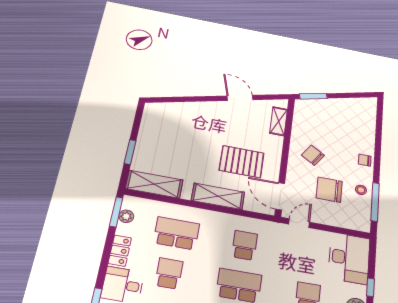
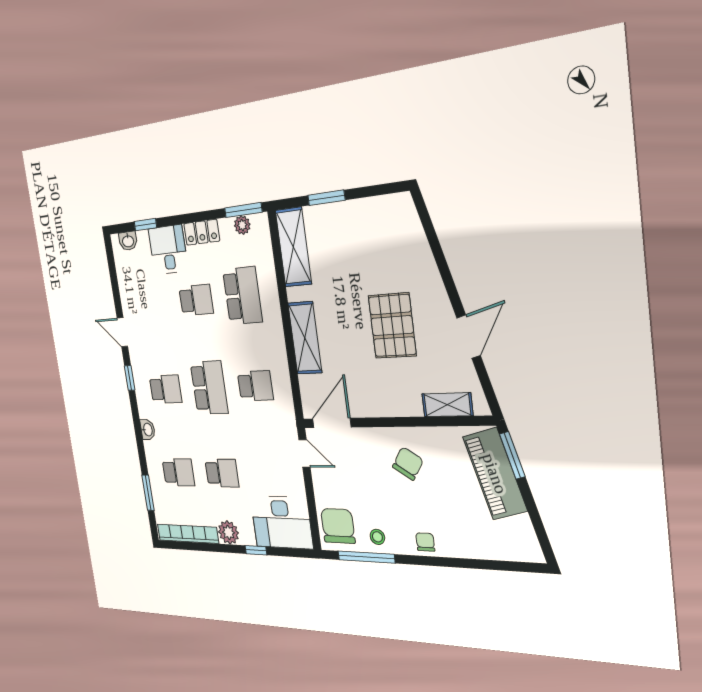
piano: (323, 108) -> (495, 474), added
pallet: (242, 162) -> (392, 326), moved
chair: (329, 190) -> (338, 526), moved

